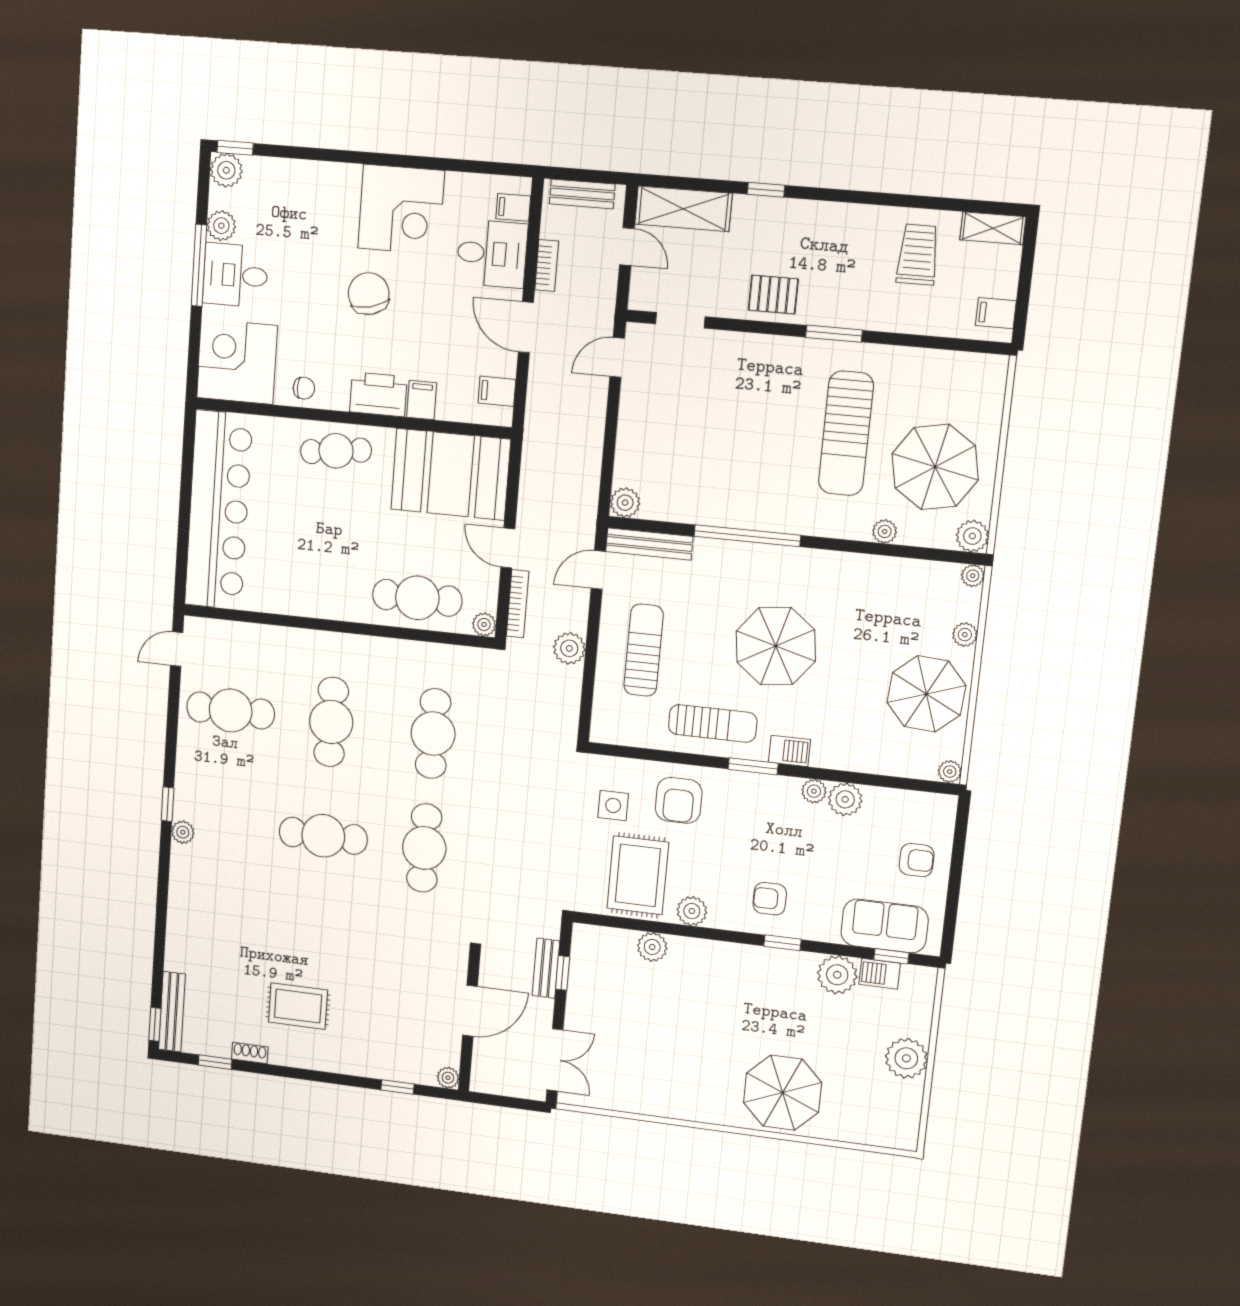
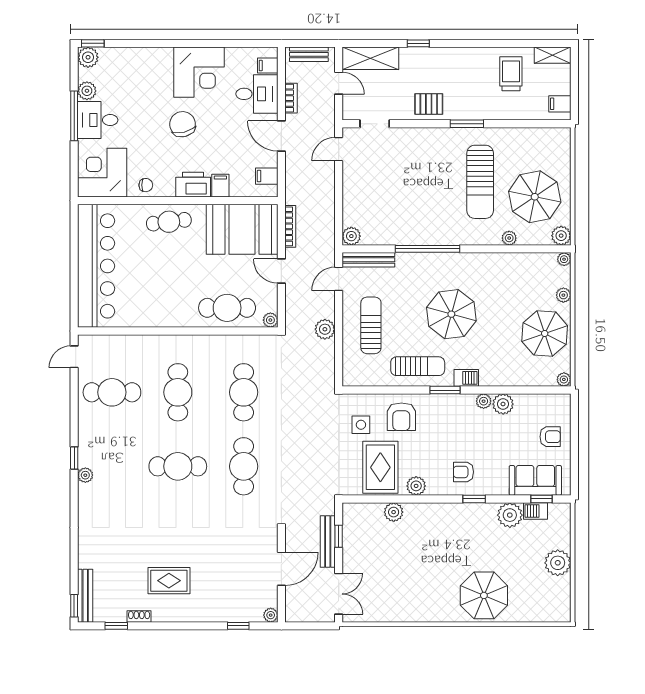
bookcase: (518, 604) -> (290, 226), moved
bench: (546, 968) -> (328, 541), width x1.36

